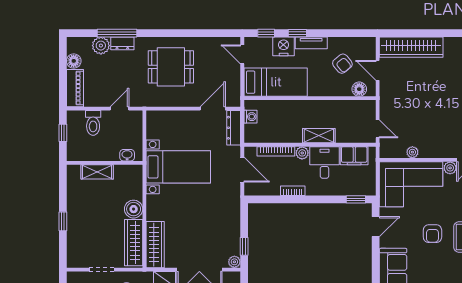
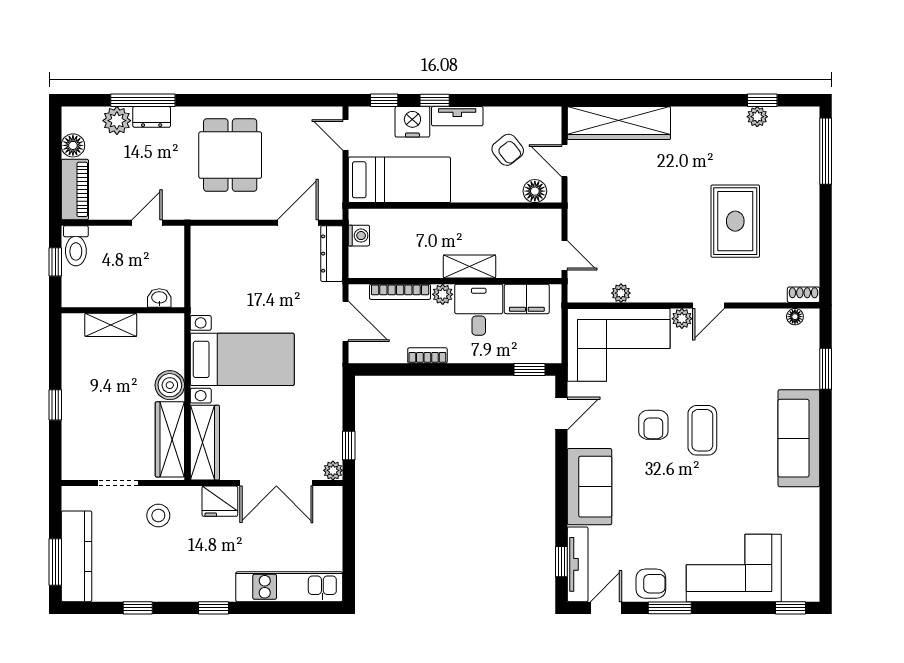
dining table: (171, 67) -> (230, 155), turned 90
toilet: (93, 123) -> (76, 246), moved
bed with nightstands: (178, 167) -> (242, 359), moved

